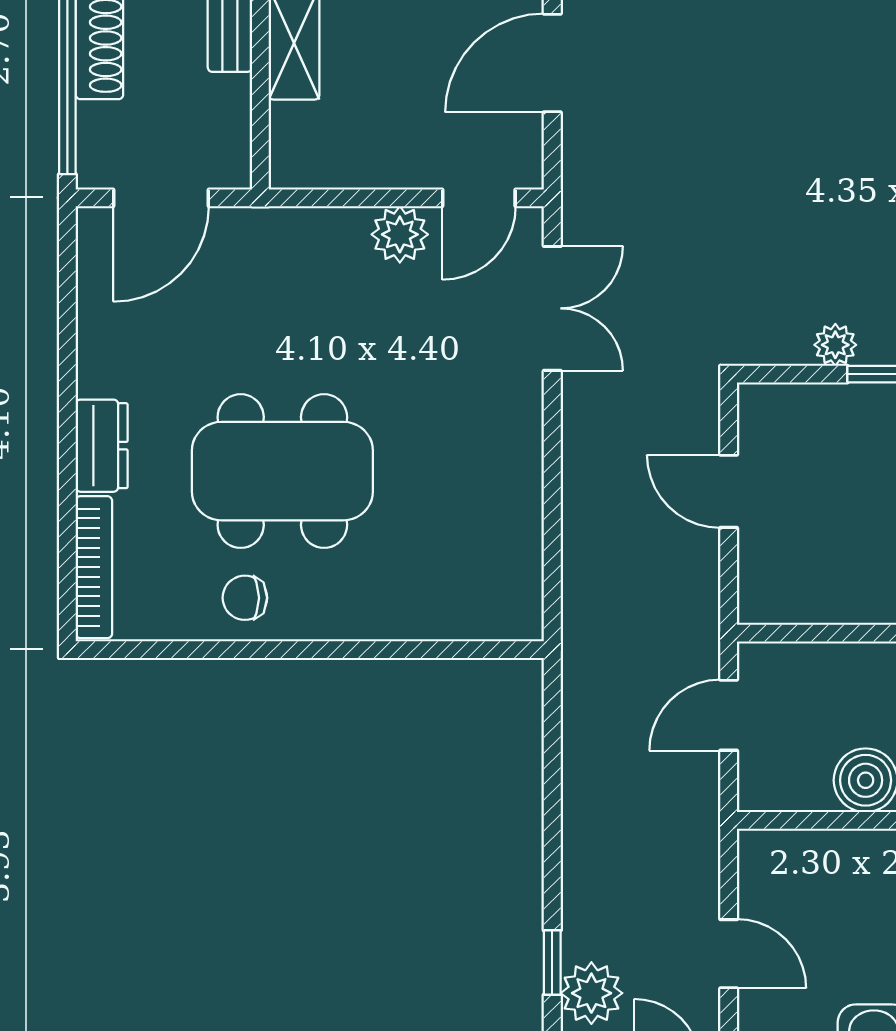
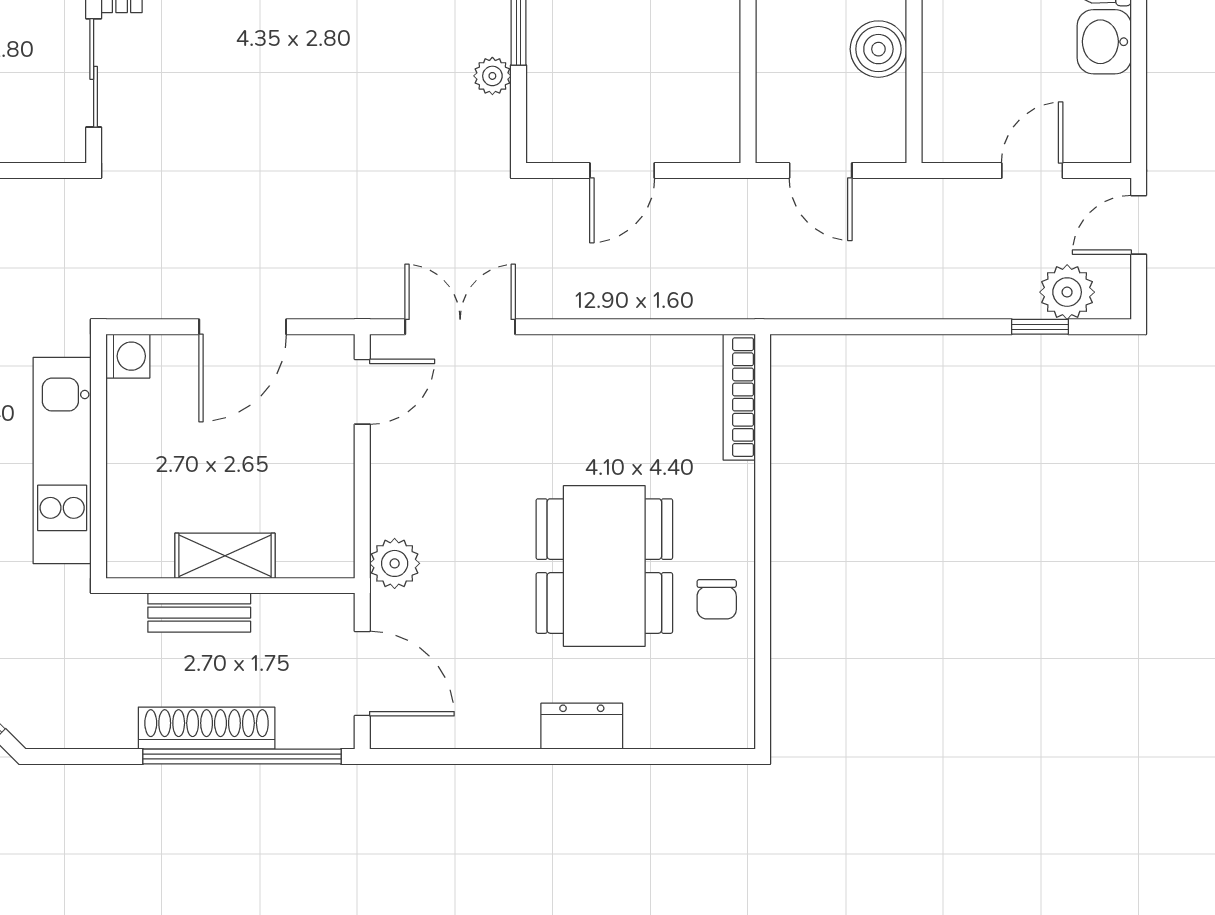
door: (552, 63) -> (243, 327), hinge flipped
door: (479, 198) -> (362, 392), hinge flipped
plant: (400, 234) -> (395, 563), moved
bookcase: (94, 567) -> (739, 397), moved, turned -90

